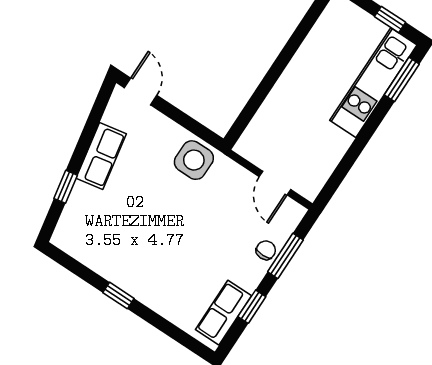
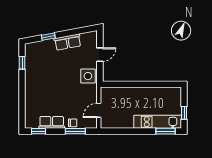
door: (141, 91) -> (100, 55), moved
window: (118, 295) -> (22, 63), moved
window: (252, 307) -> (39, 131), moved
row of seats: (223, 313) -> (52, 122), moved

